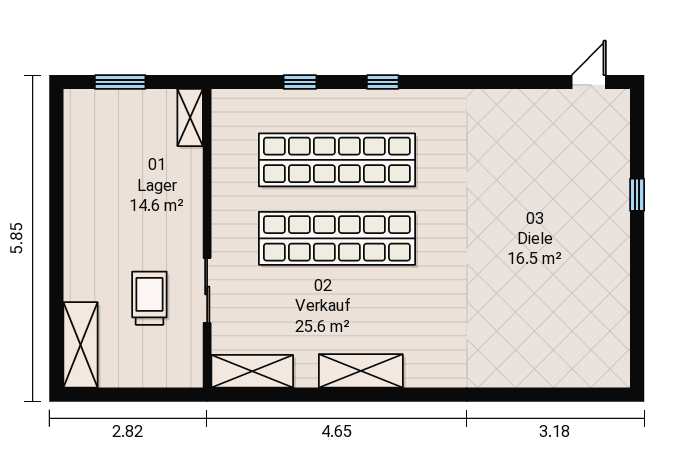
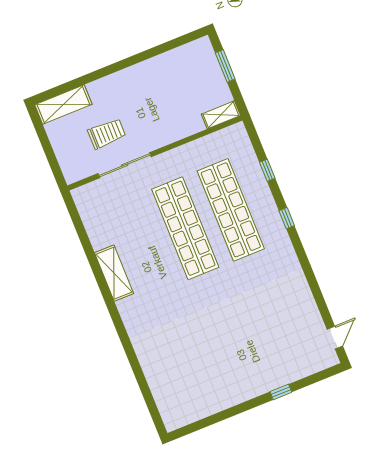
door: (589, 82) -> (335, 338), hinge flipped
sliding door: (207, 291) -> (125, 165), width x1.37
shelving: (252, 371) -> (88, 210), removed

